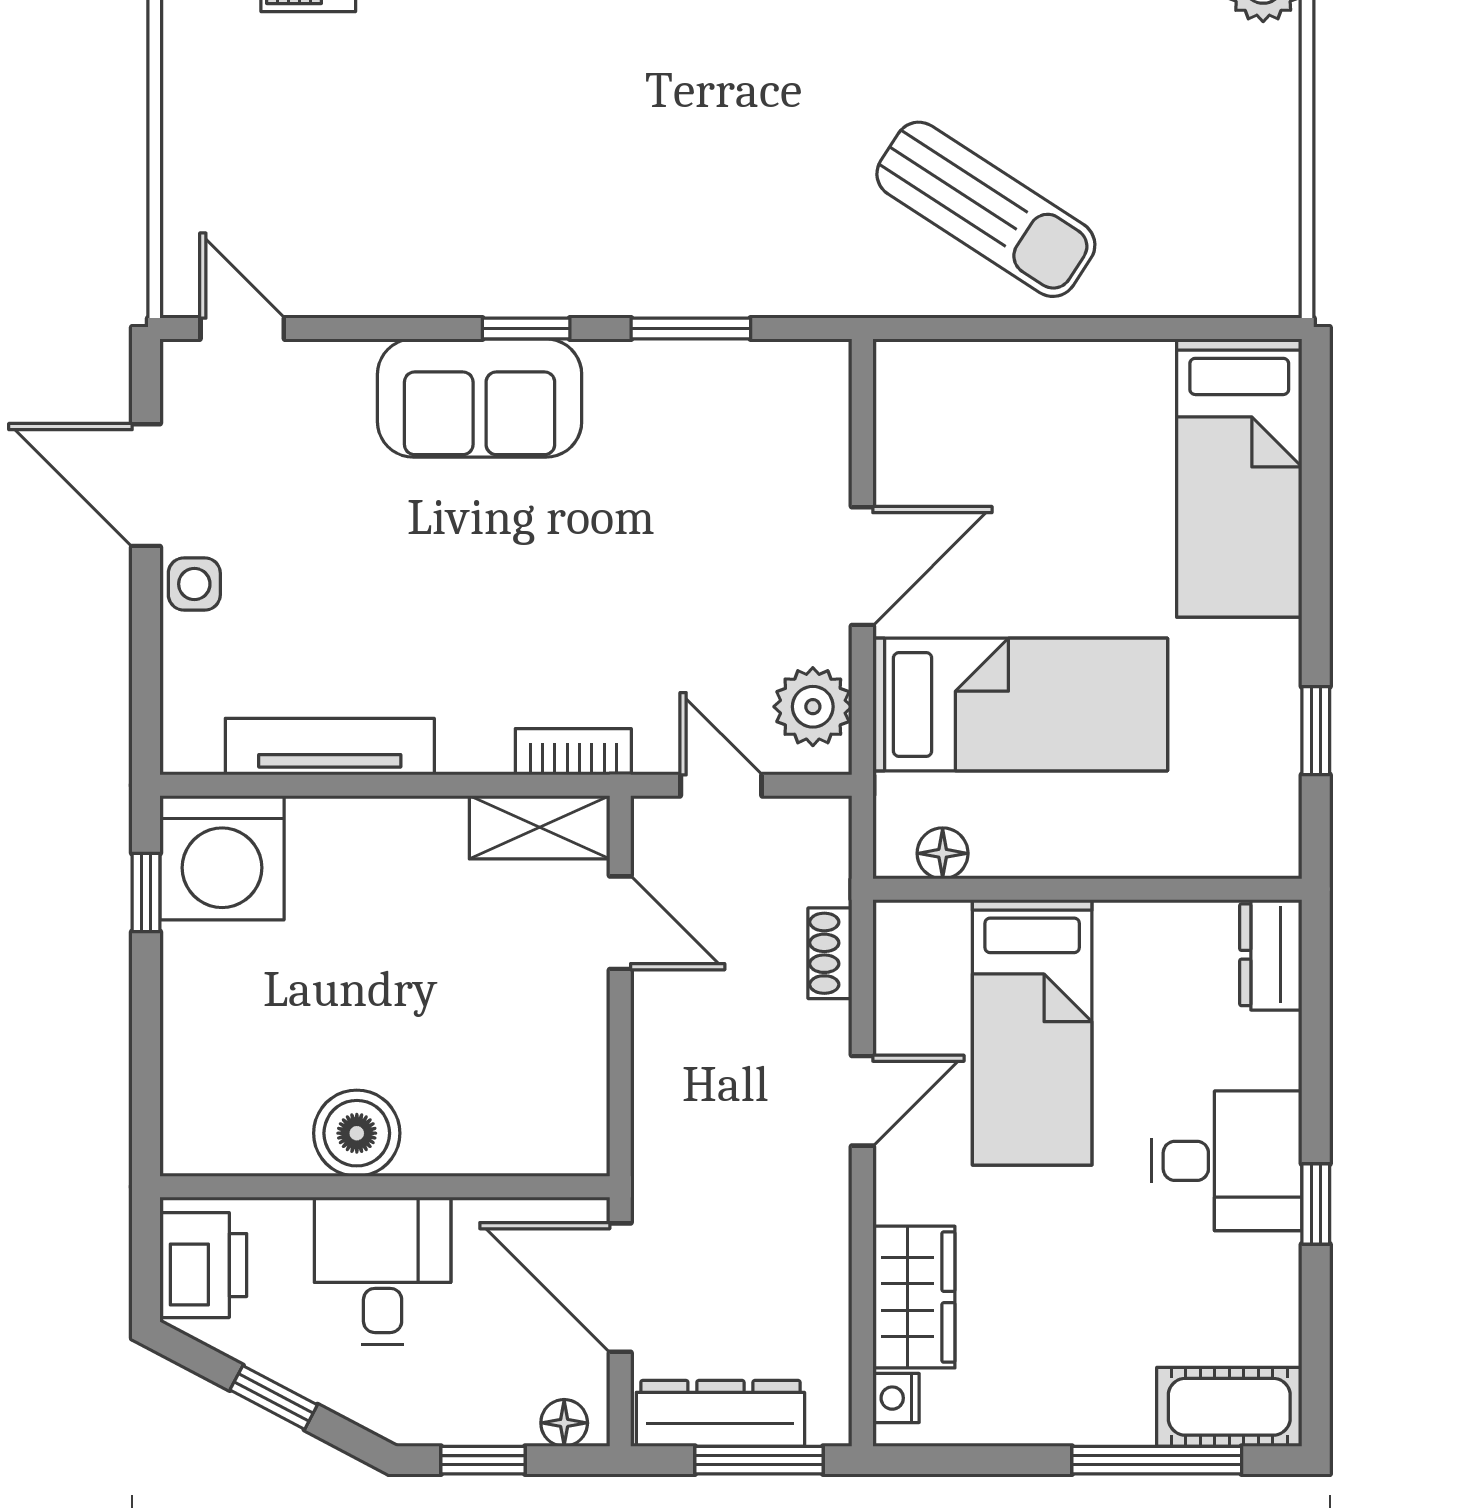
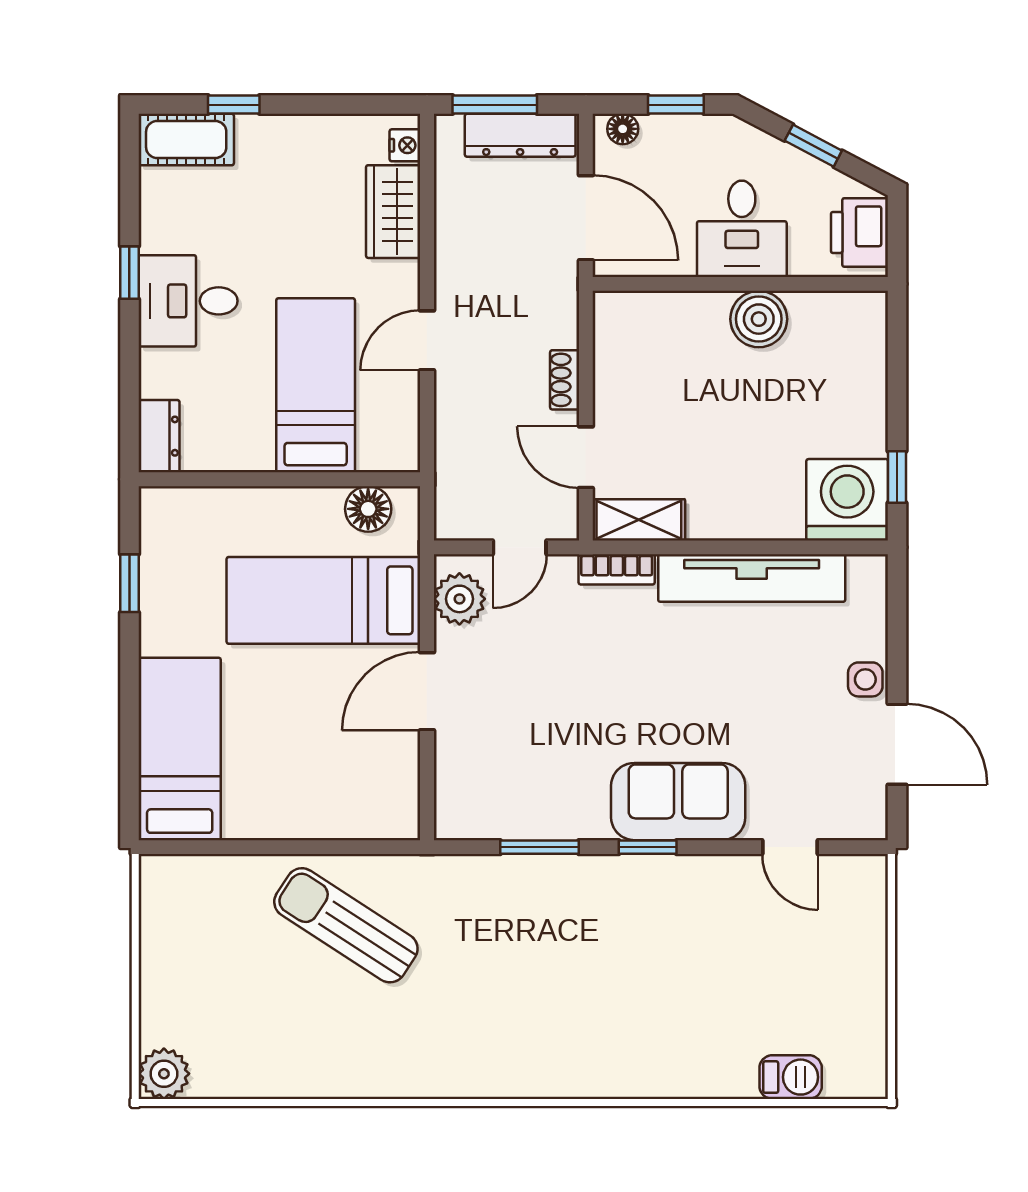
door: (242, 329) -> (790, 847), moved
tv unit: (330, 747) -> (752, 578), width x1.36, depth x1.29
door: (721, 785) -> (520, 547), hinge flipped
floor lamp: (943, 853) -> (368, 509), width x1.37, depth x1.37
shoe rack: (830, 953) -> (565, 380), moved, turned 180
window: (1157, 1460) -> (234, 105), width x0.46

